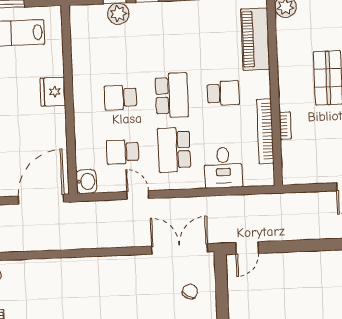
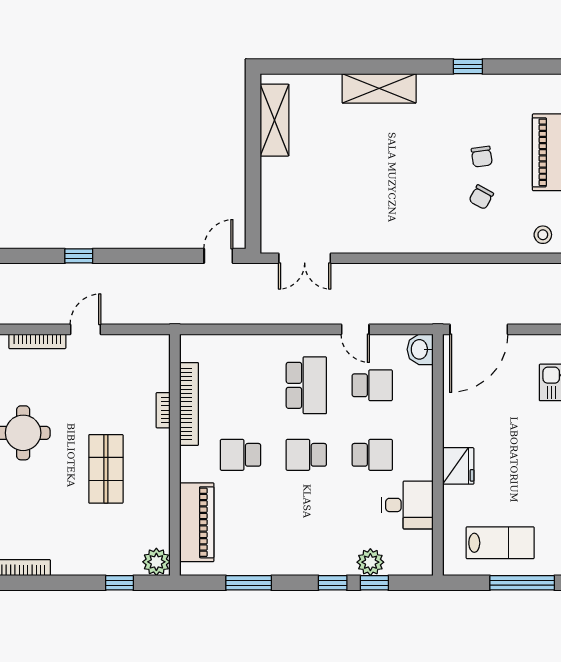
school desk: (172, 95) -> (306, 455), width x0.54
desk: (223, 168) -> (407, 505), moved, turned 90
double door: (180, 249) -> (305, 258), width x0.73
chair: (190, 292) -> (481, 197), moved

